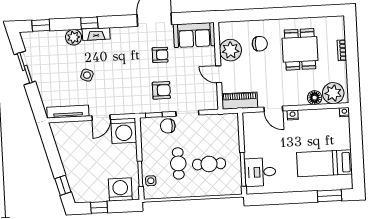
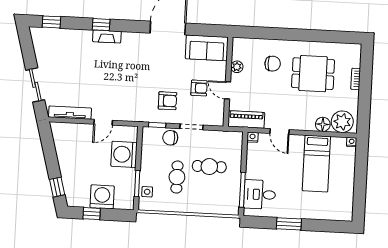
plant: (74, 37) -> (84, 37), removed
dining table: (300, 49) -> (313, 74), turned 90
plant: (230, 50) -> (237, 67), width x0.53, depth x0.53
armchair: (160, 55) -> (199, 88), moved
sliding door: (25, 68) -> (35, 85), moved
side table: (87, 75) -> (93, 77), removed
nightstand: (293, 115) -> (253, 137), moved
washing machine: (124, 131) -> (124, 154), moved, turned 90
bed: (324, 163) -> (316, 164), moved, turned -90
cafe table: (209, 164) -> (209, 167), moved
washing machine: (120, 189) -> (102, 197), moved
window: (330, 196) -> (289, 224), moved

